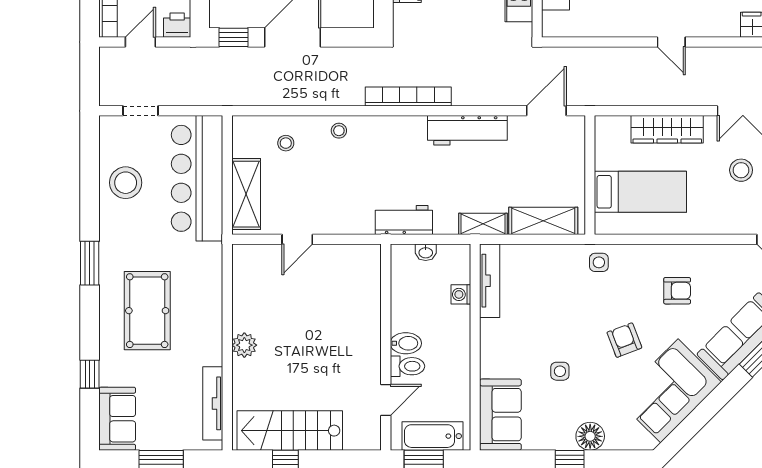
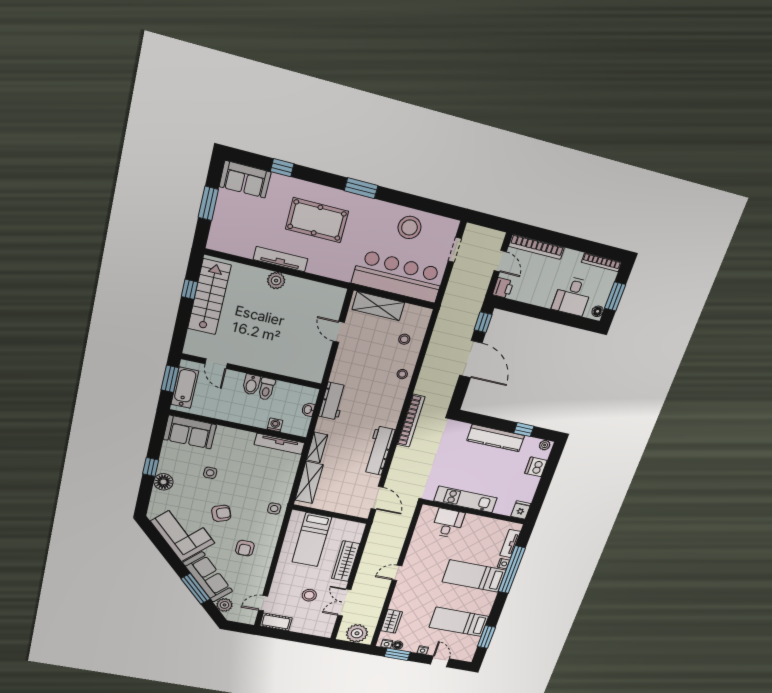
toilet: (407, 366) -> (266, 389), moved
tv unit: (213, 403) -> (281, 259), moved

